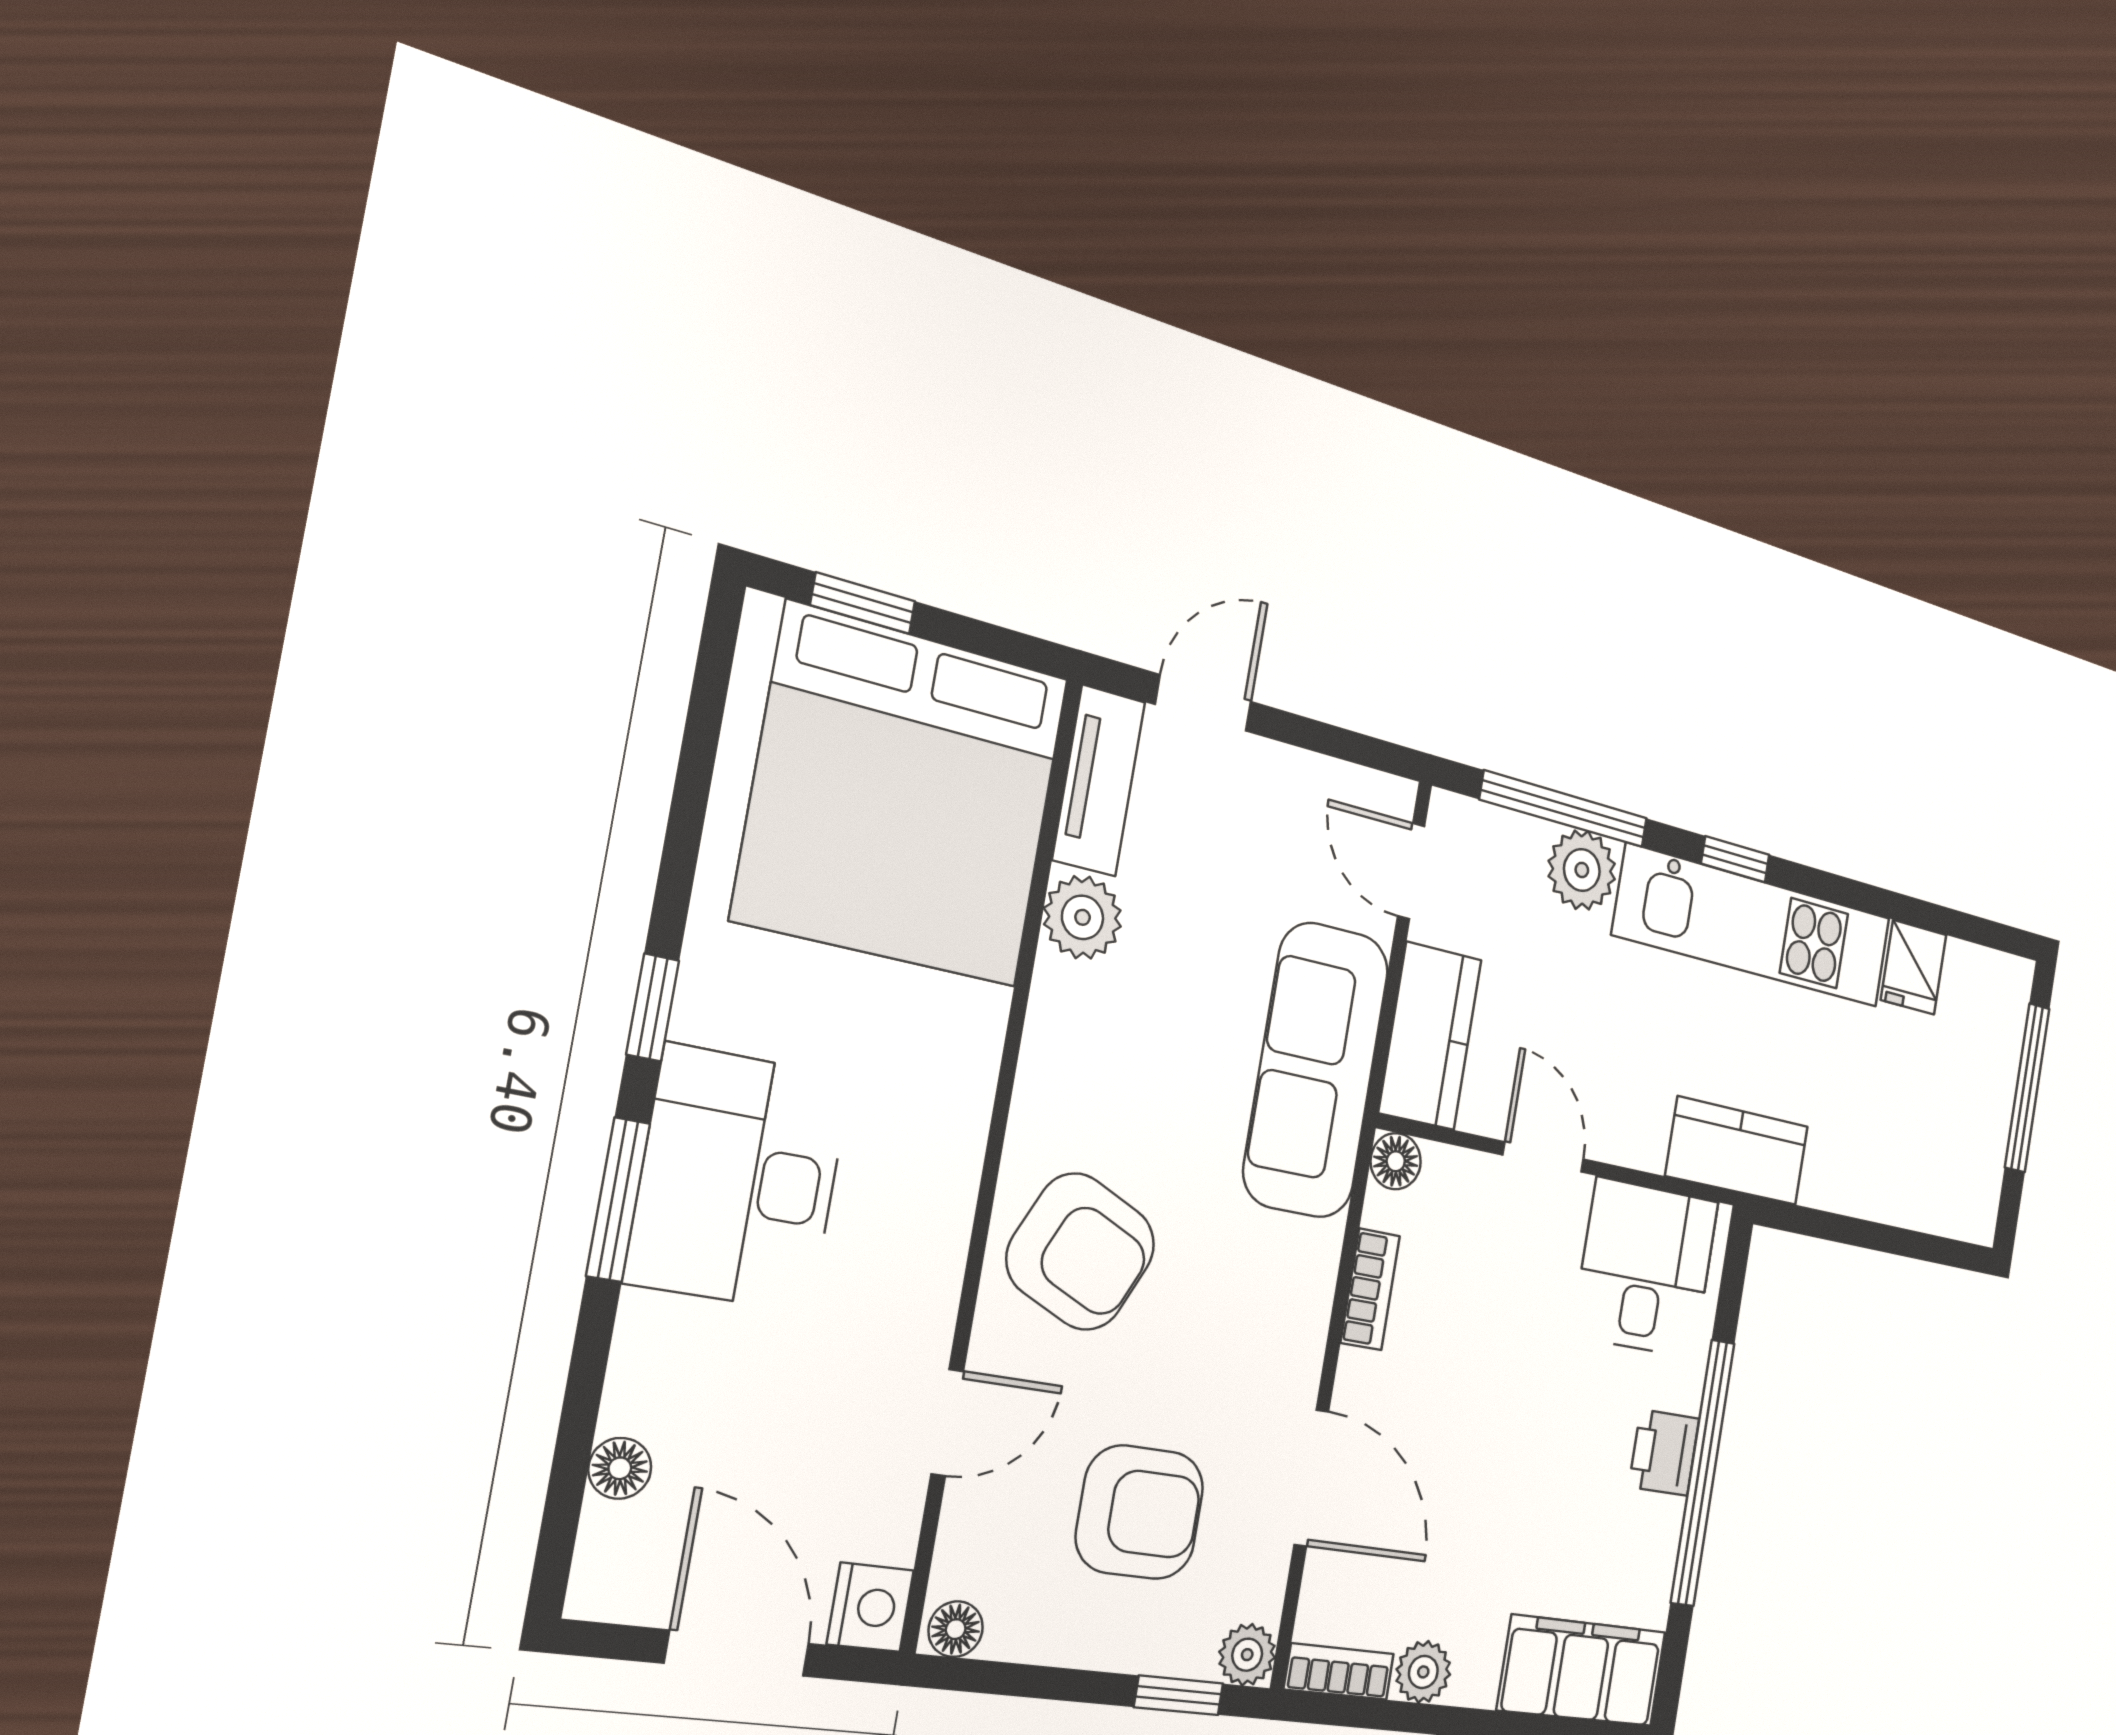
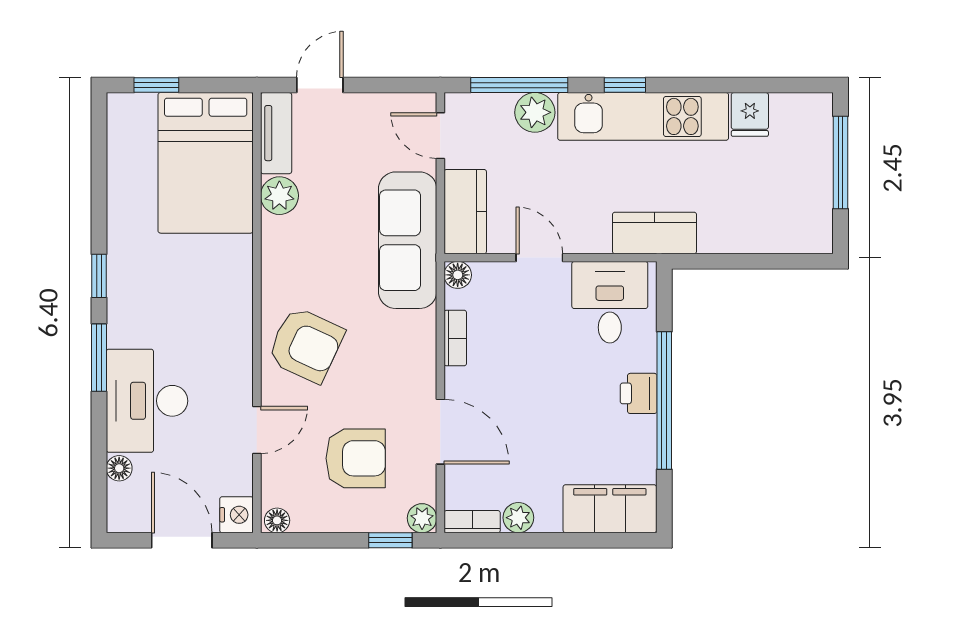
bed: (903, 797) -> (206, 163), width x0.73
desk: (739, 1179) -> (147, 401), moved

